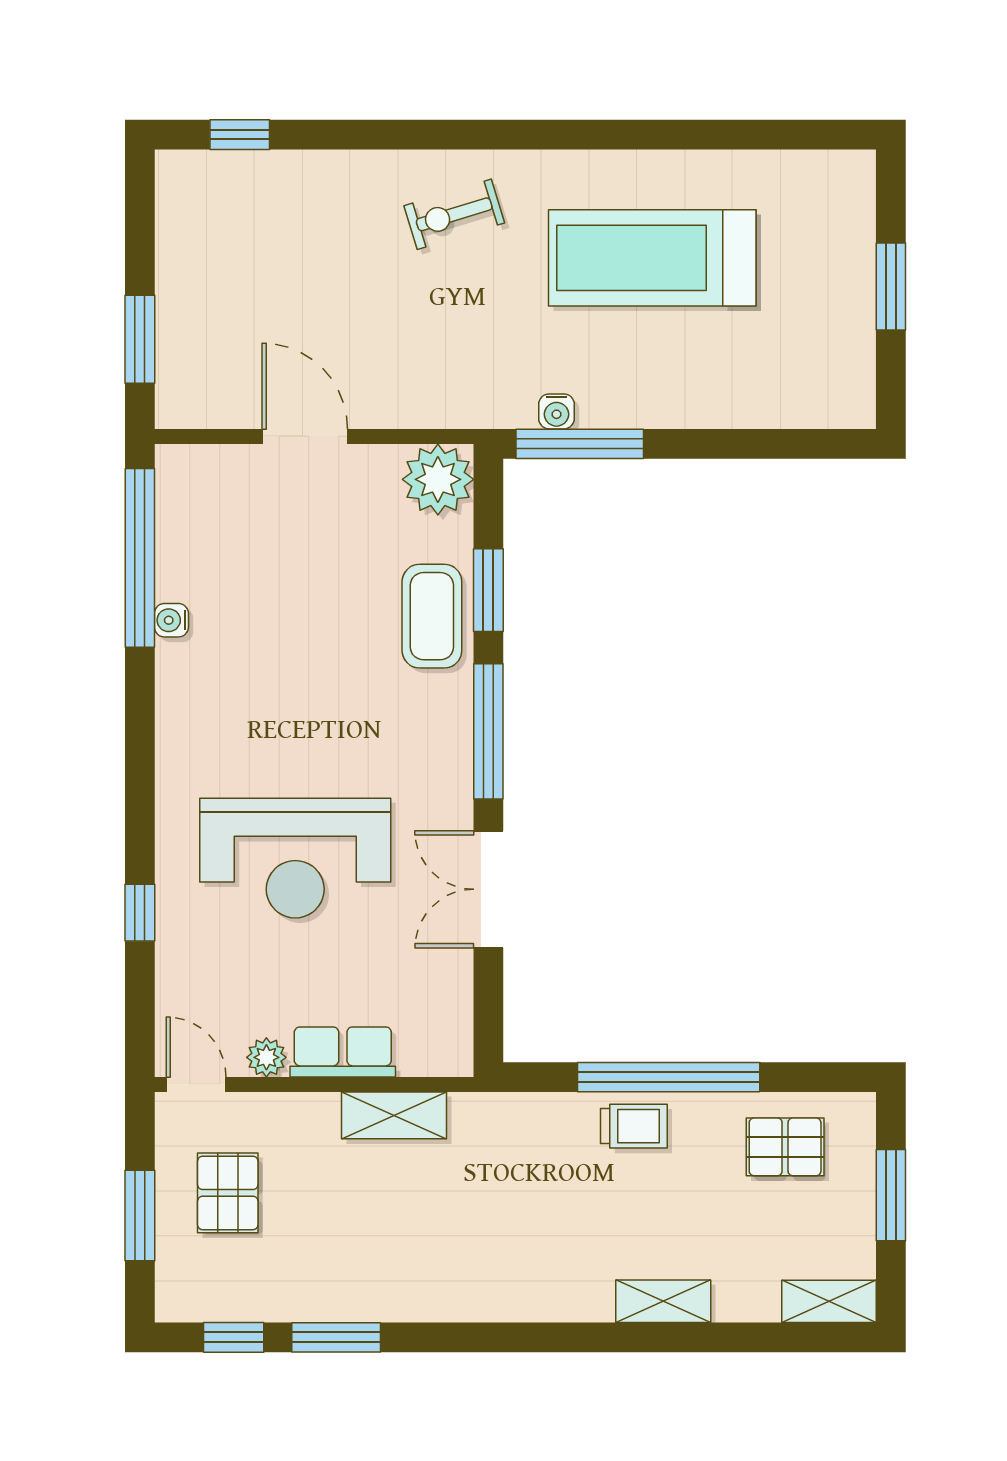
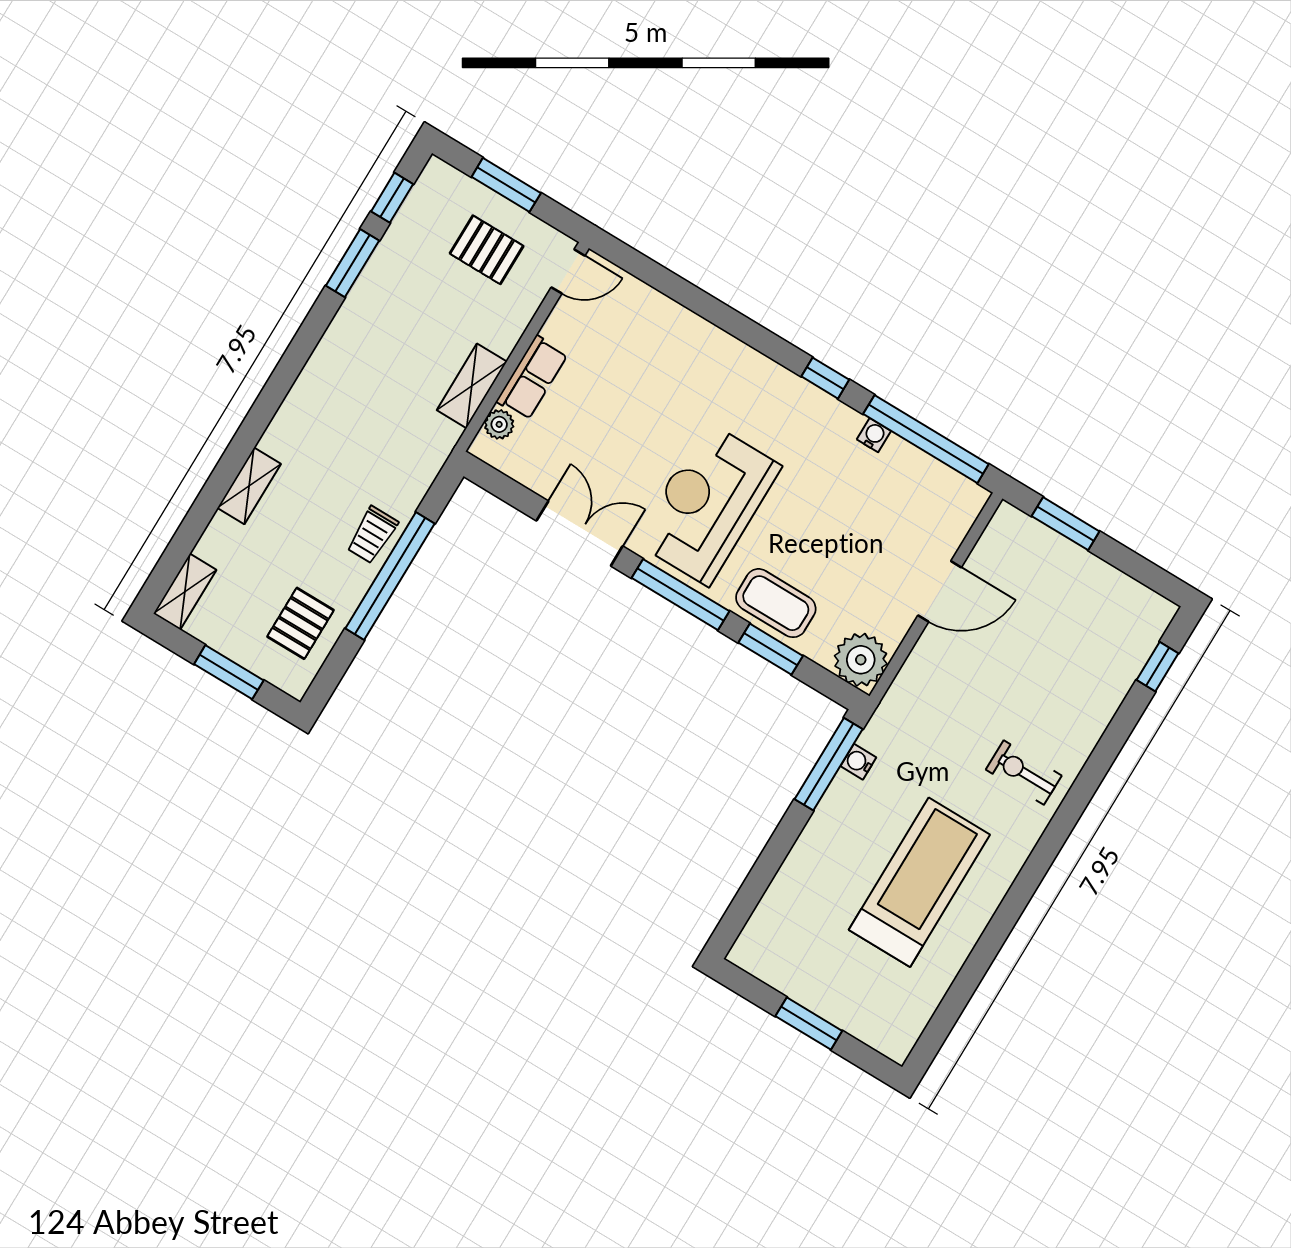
exercise bike: (454, 214) -> (1024, 773), turned -73
reception desk: (295, 858) -> (708, 504), moved
window: (140, 913) -> (825, 378), moved
plant: (266, 1057) -> (499, 424), moved

